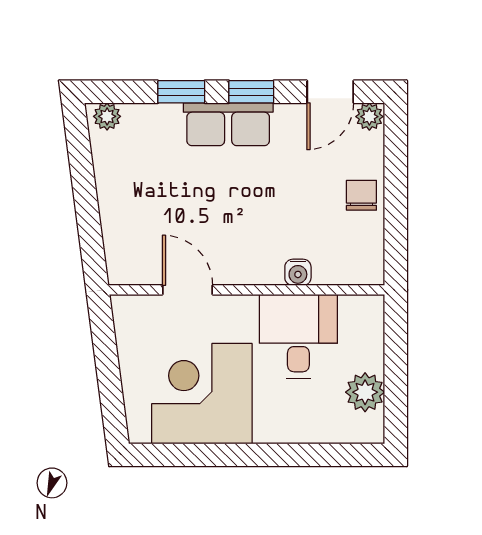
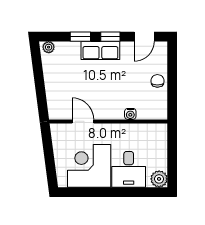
plant: (369, 117) -> (161, 47), removed
desk: (298, 336) -> (129, 169), moved, turned 180
plant: (365, 392) -> (159, 179), moved

